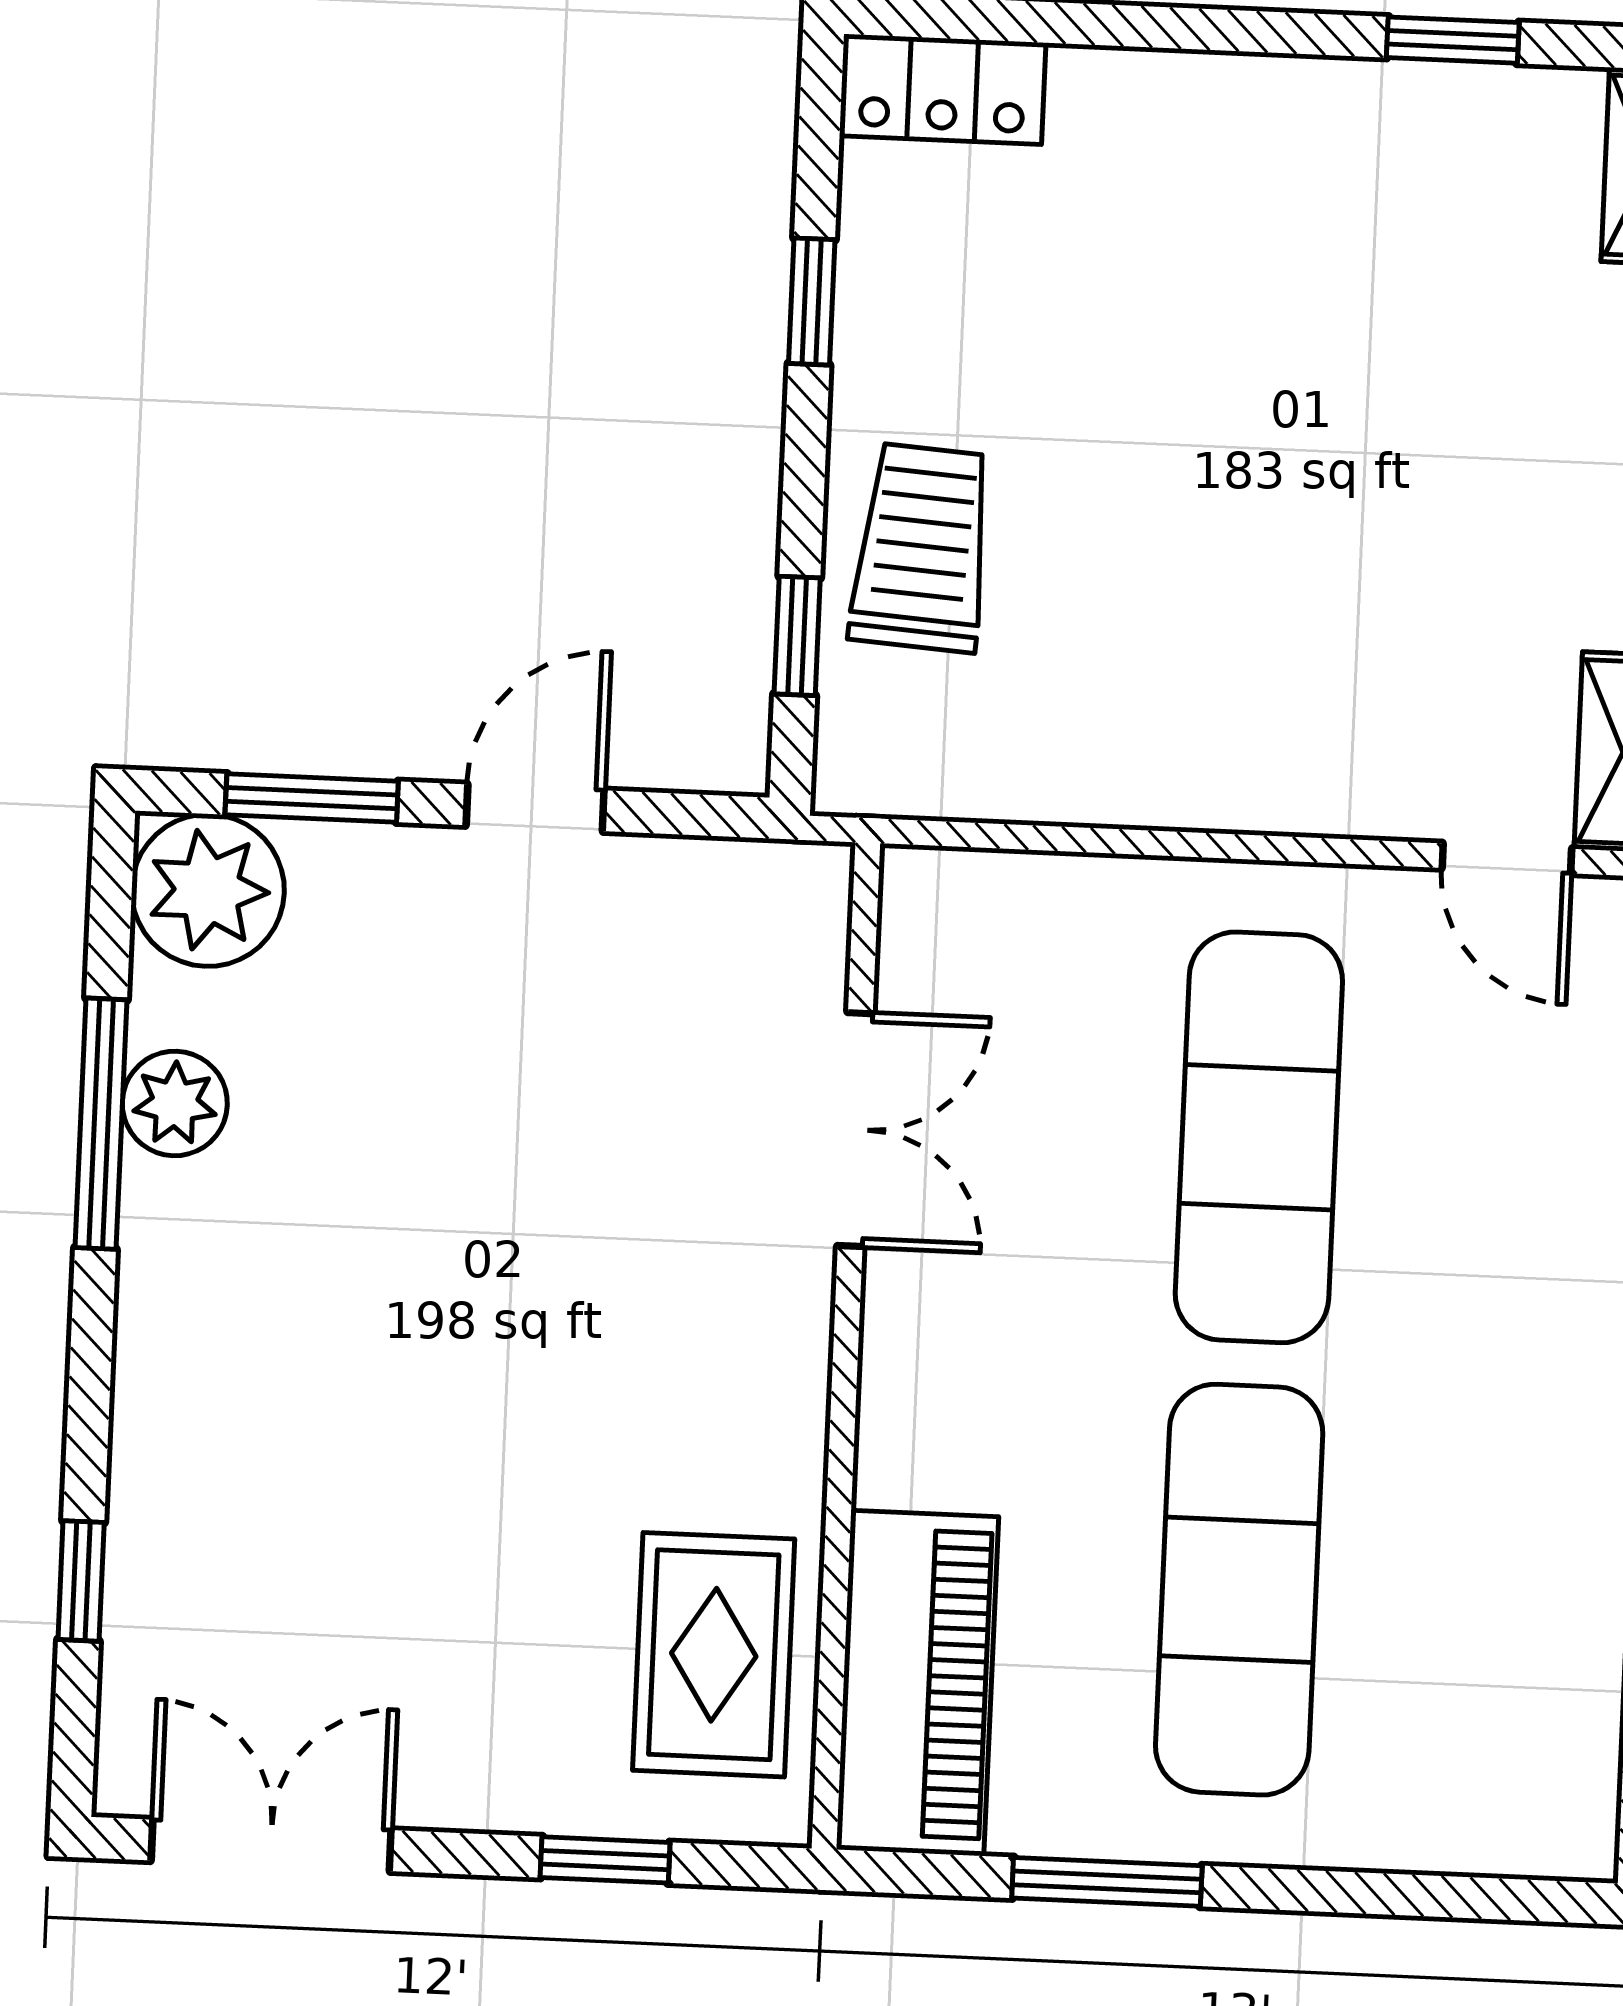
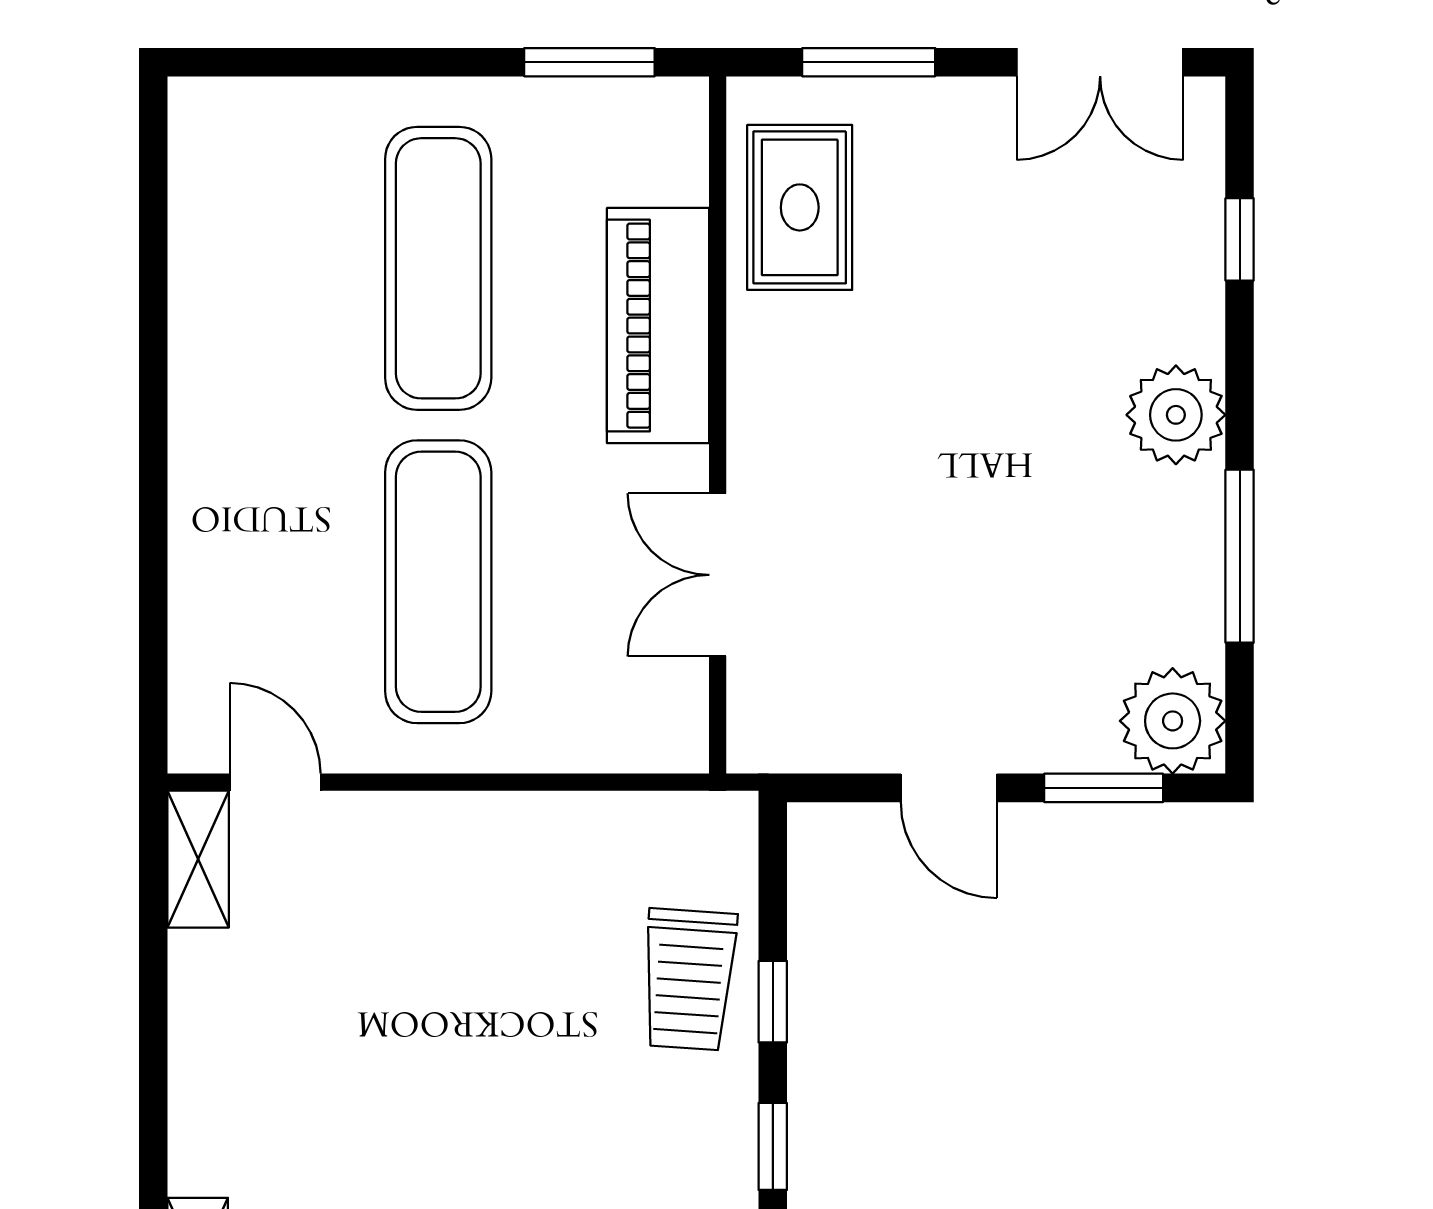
window: (797, 636) -> (773, 1002), moved
door: (535, 808) -> (949, 788), hinge flipped
plant: (175, 1103) -> (1176, 415), moved, width x1.36, depth x1.36
piano: (917, 1683) -> (658, 326), moved
window: (605, 1860) -> (869, 62), width x1.50
window: (1107, 1882) -> (589, 62), moved

